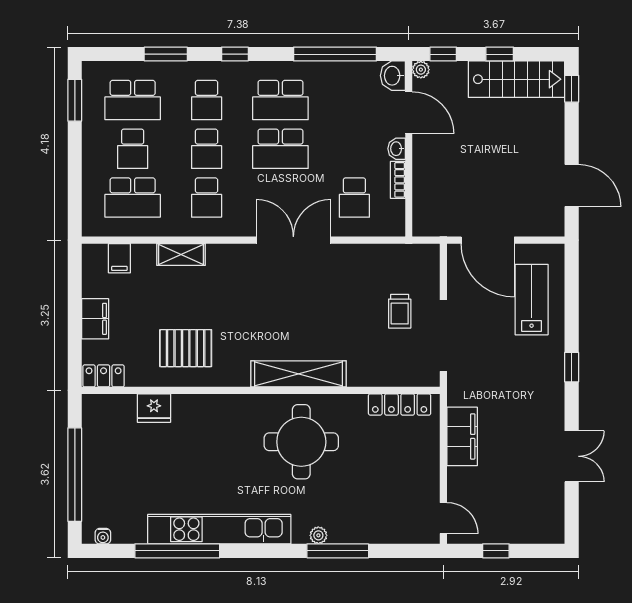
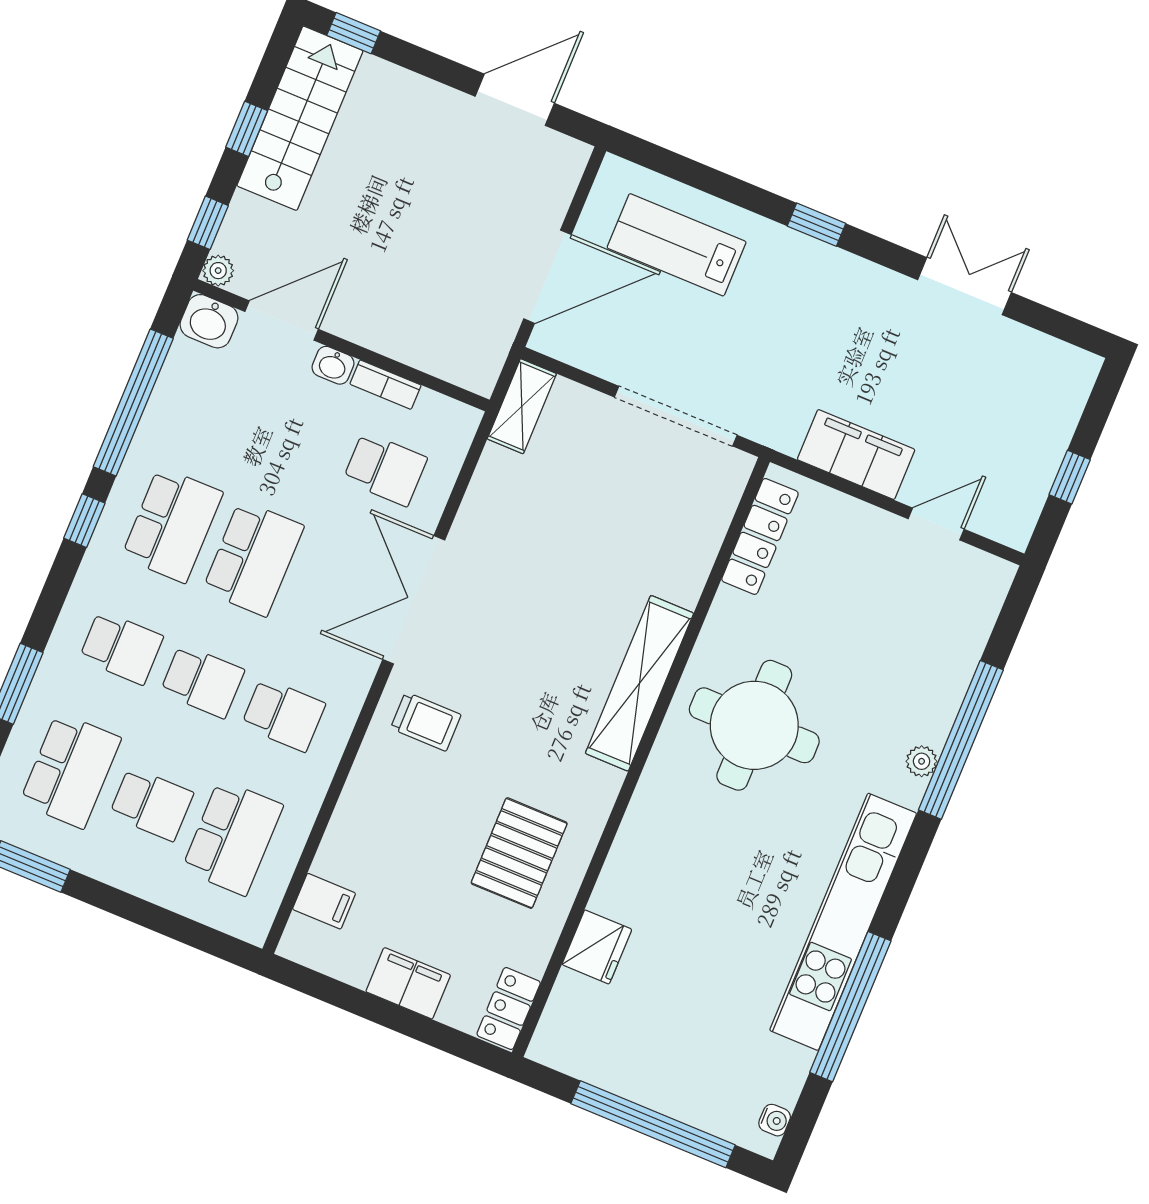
window: (235, 54) -> (84, 521), moved
shelving: (181, 254) -> (522, 406), moved
trolley: (400, 311) -> (426, 722), moved
door: (443, 518) -> (936, 524), moved
window: (338, 551) -> (961, 740), width x1.46

